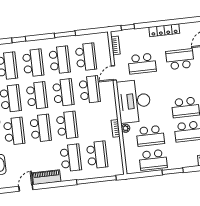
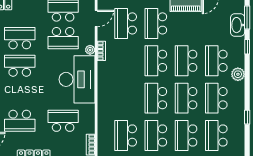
door: (114, 73) -> (96, 18), moved
school desk: (90, 90) -> (126, 98), removed
school desk: (150, 136) -> (63, 38), turned 180

